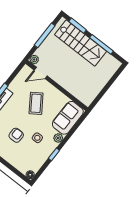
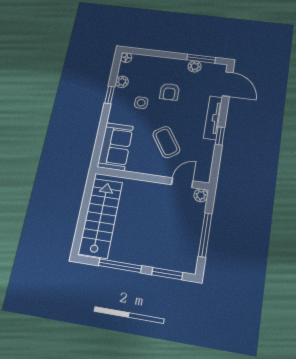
stairs: (81, 43) -> (101, 218), moved, turned 90
plant: (58, 138) -> (122, 82), moved

